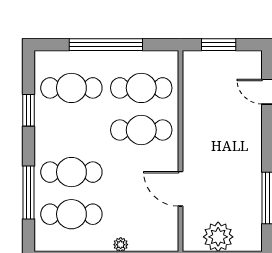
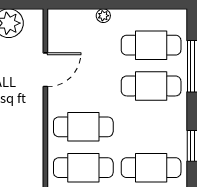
door: (180, 189) -> (45, 70), hinge flipped

